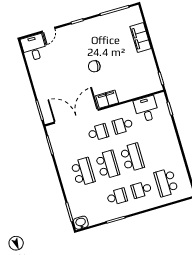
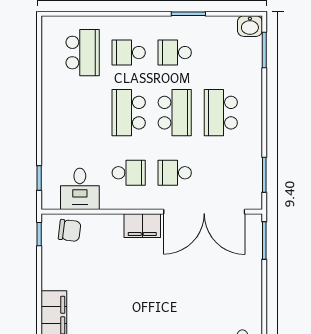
chair: (94, 66) -> (70, 230), moved
school desk: (107, 165) -> (175, 113), turned 180
school desk: (142, 190) -> (129, 53), turned 180

